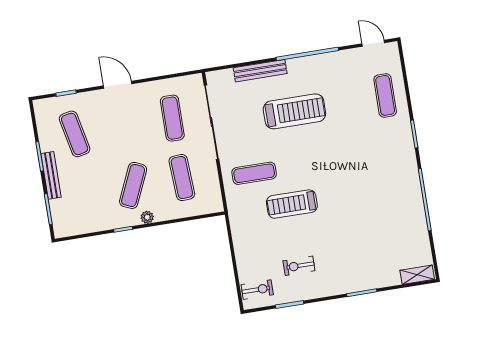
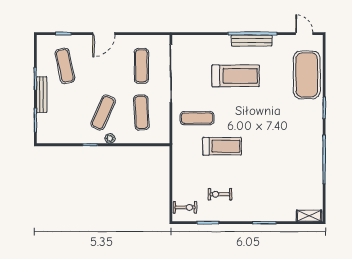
bench: (260, 71) -> (252, 40), moved
door: (118, 85) -> (104, 34), swing flipped
exercise mat: (385, 95) -> (307, 75), width x2.00, depth x1.45
treadmill: (292, 204) -> (222, 146), turned 180

